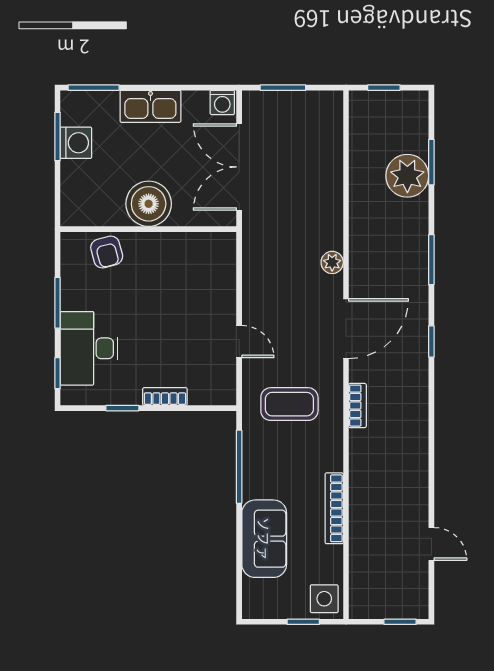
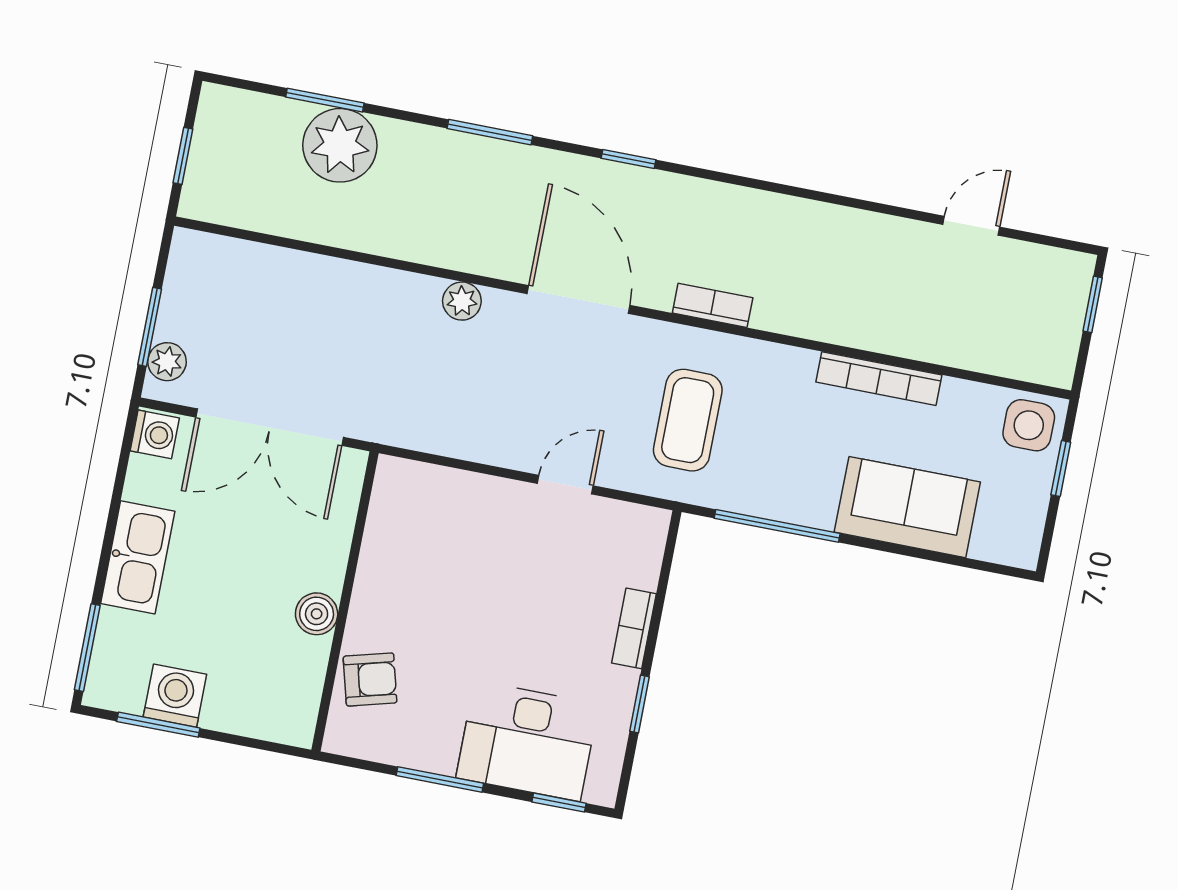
plant: (265, 101) -> (167, 362), added
boiler: (149, 204) -> (317, 614), width x0.54, depth x0.54

